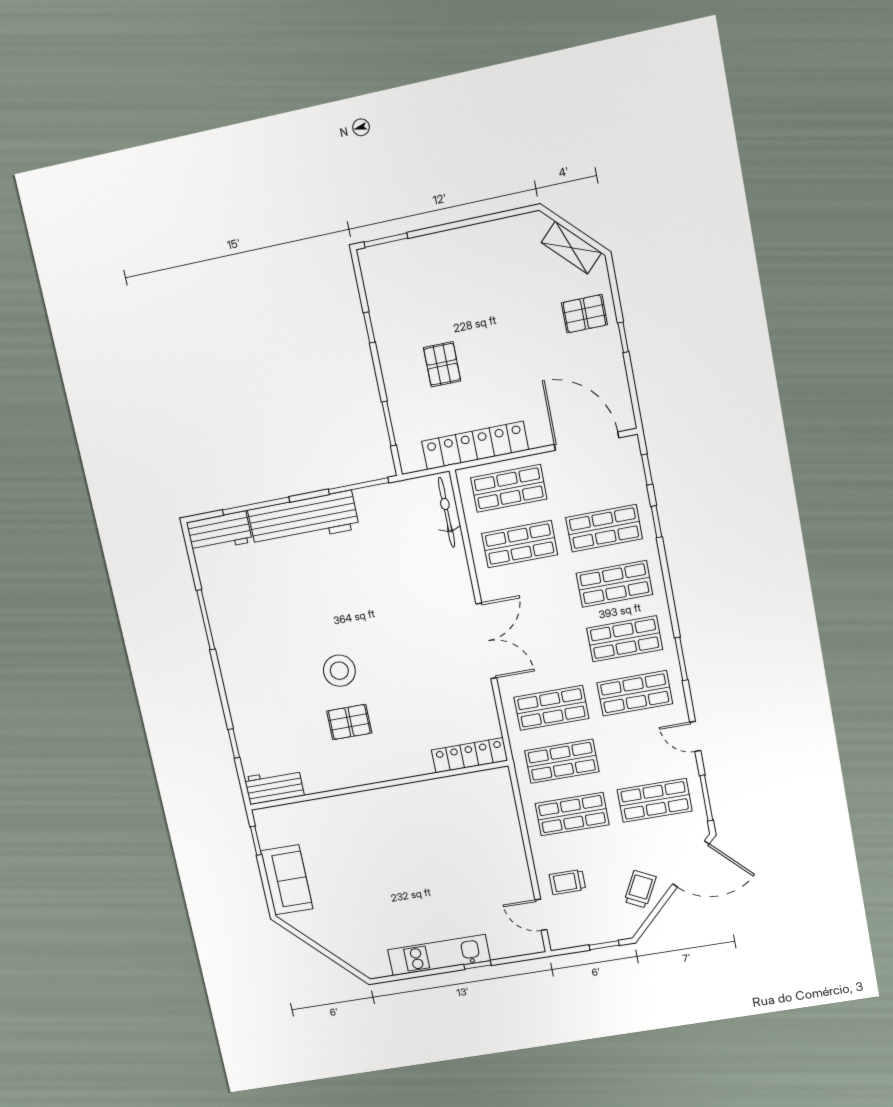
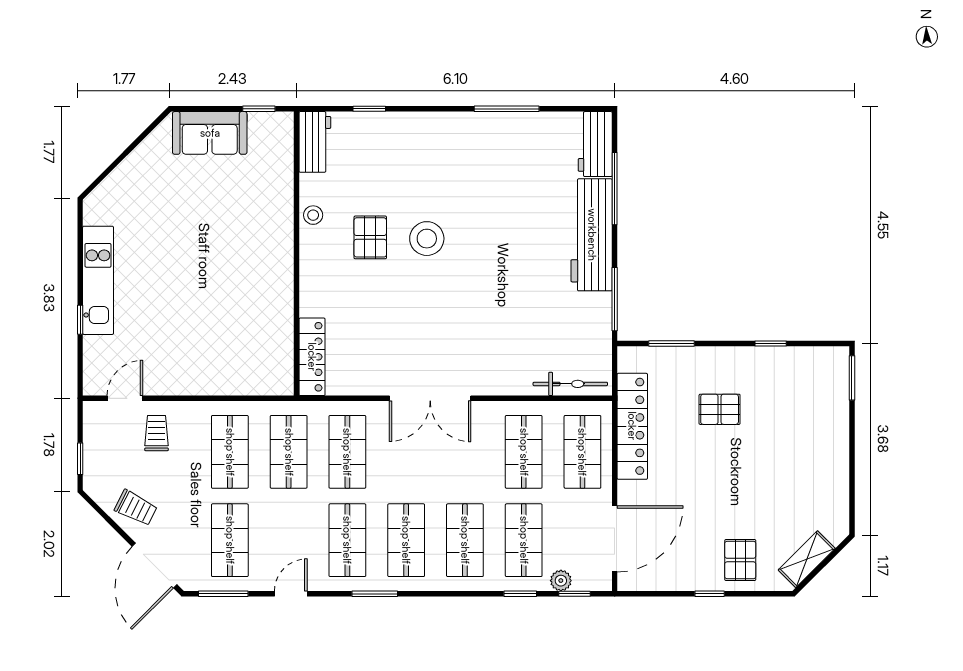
plant: (637, 485) -> (561, 581), added
stool: (340, 777) -> (313, 215), added

